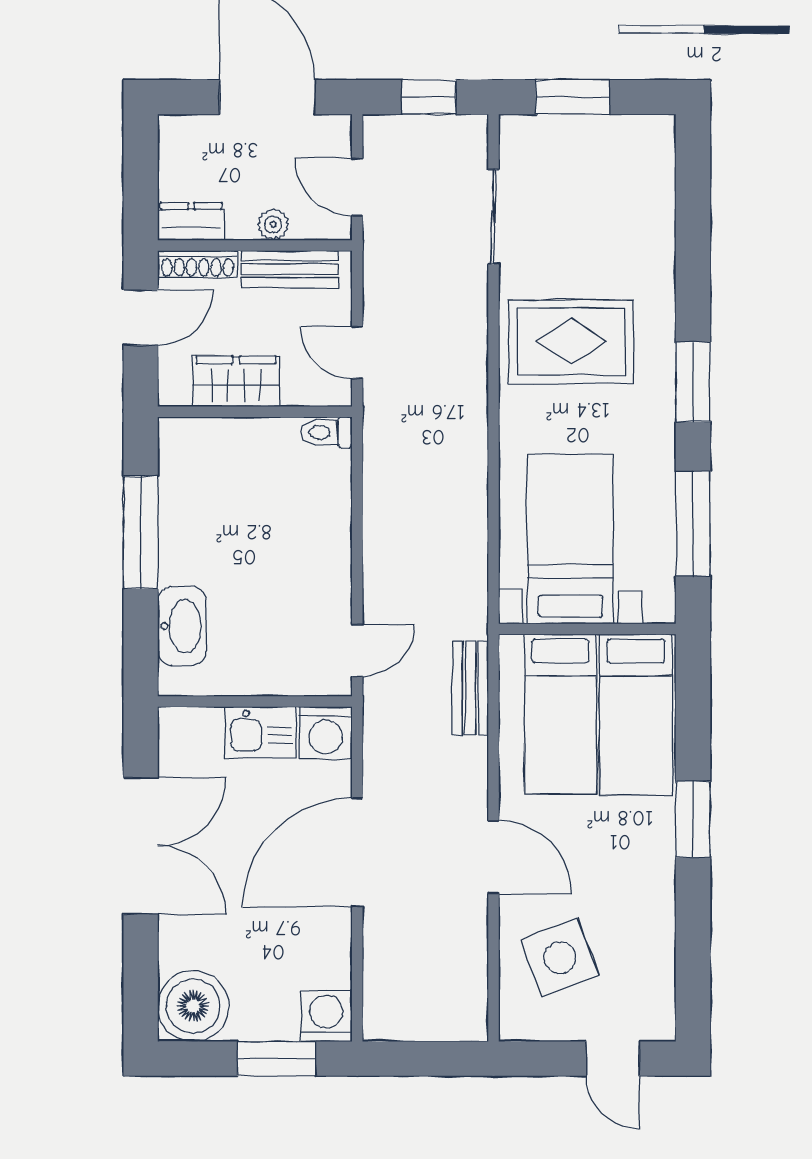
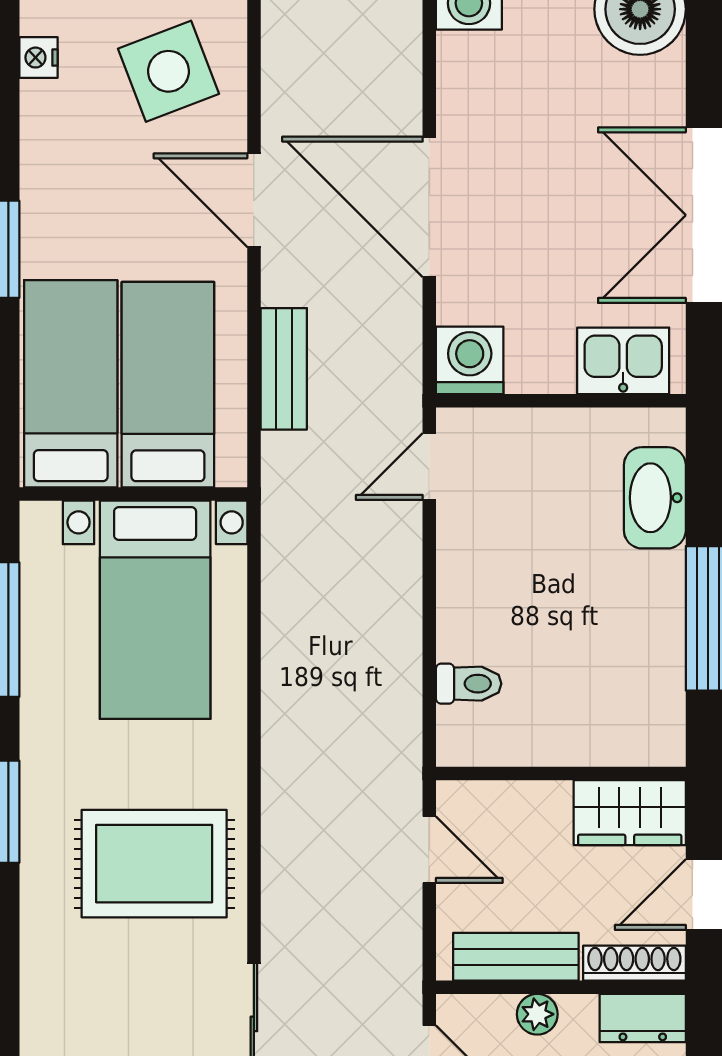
wardrobe: (236, 381) -> (630, 813), moved
toilet: (327, 432) -> (469, 684), moved
bench: (470, 688) -> (284, 369), moved
kitchen sink: (260, 732) -> (623, 361), moved
door: (357, 852) -> (429, 207), swing flipped
nightstand: (661, 968) -> (39, 58), added

